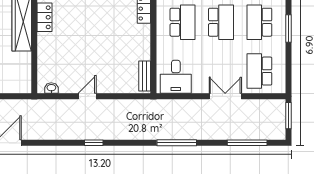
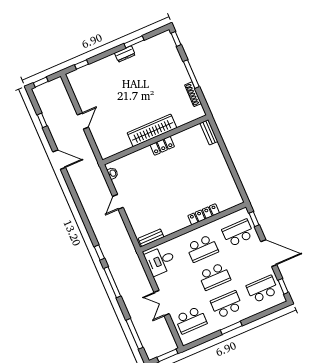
school desk: (259, 71) -> (191, 320), turned 180
door: (87, 96) -> (118, 202), swing flipped
double door: (225, 96) -> (162, 303), swing flipped
window: (94, 143) -> (99, 252), moved

